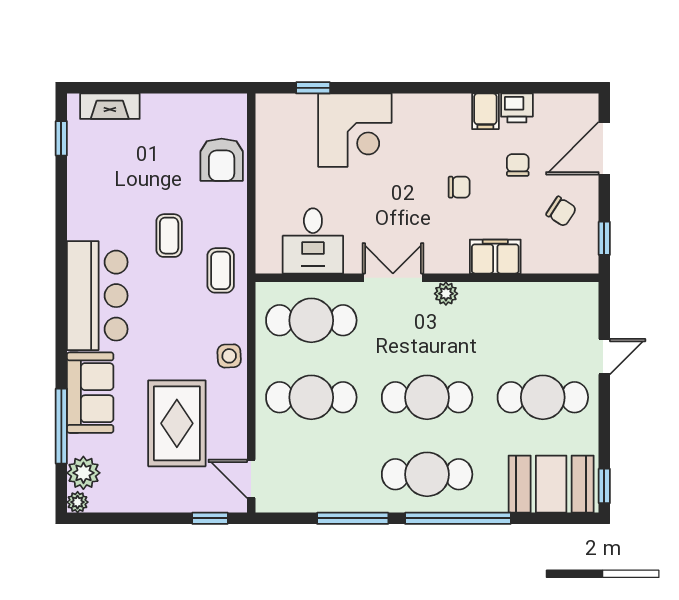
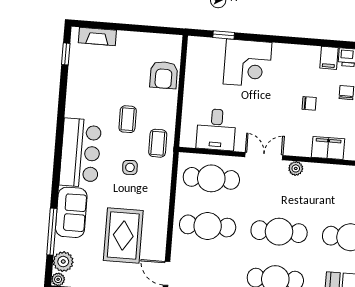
side table: (229, 356) -> (130, 167), moved

